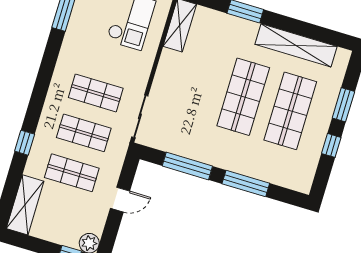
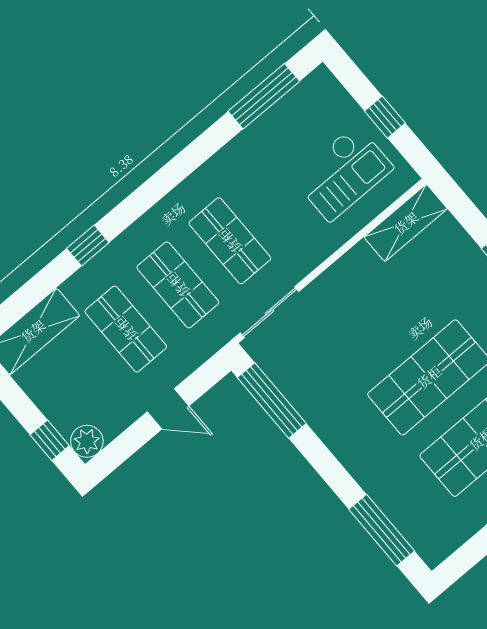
window: (187, 166) -> (272, 401), moved
window: (246, 183) -> (382, 530), moved

